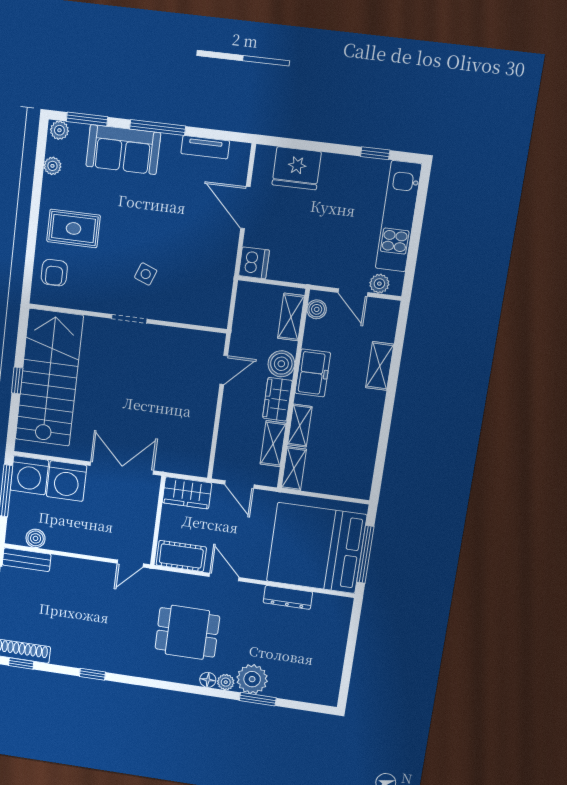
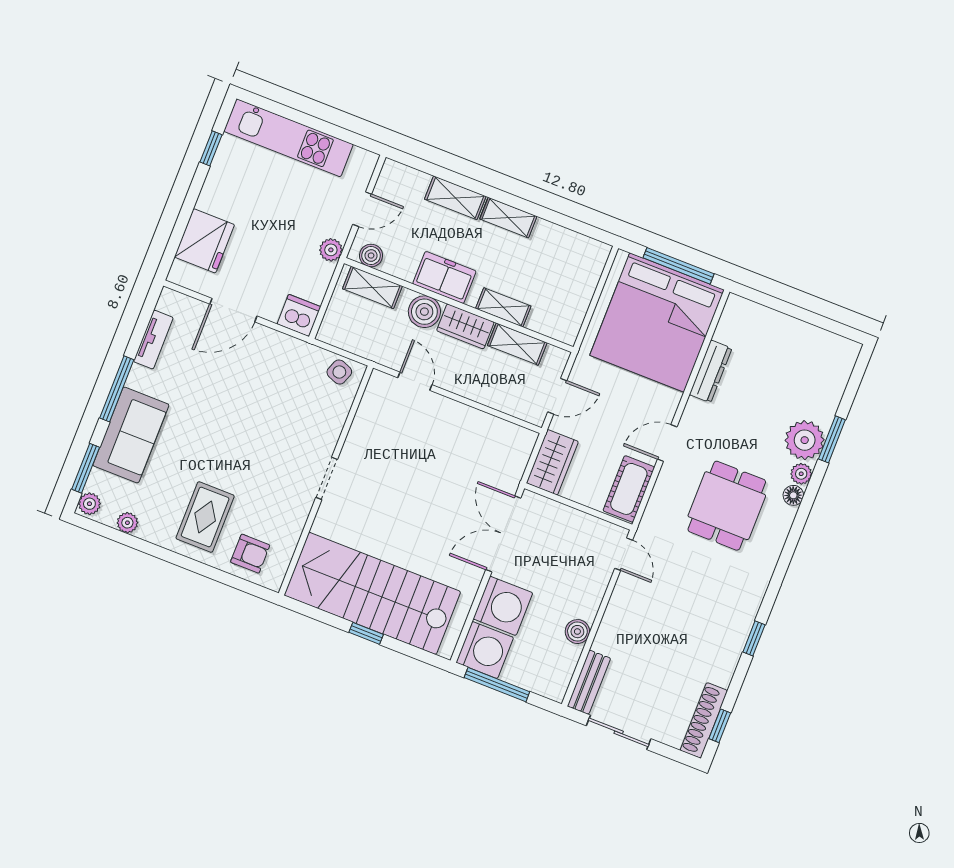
side table: (146, 274) -> (339, 372), moved
plant: (379, 284) -> (331, 250), moved
shelving: (294, 469) -> (508, 218), moved
boiler: (36, 538) -> (577, 632), moved

